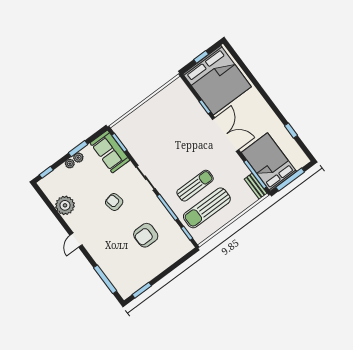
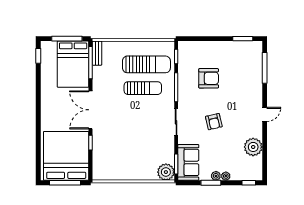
window: (201, 57) -> (65, 183), width x2.17
plant: (123, 129) -> (166, 172), added
window: (291, 131) -> (38, 56), moved
sun lounger: (195, 186) -> (143, 88), turned 180

